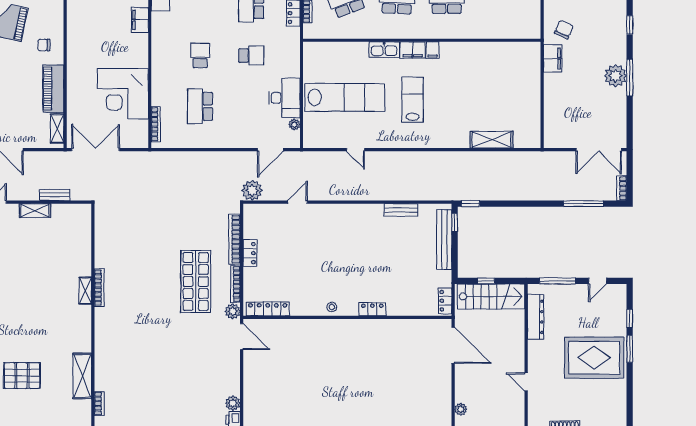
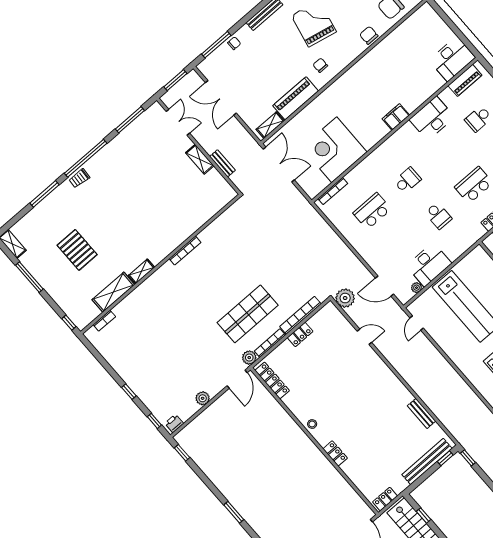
door: (356, 150) -> (417, 323), moved
shelving: (85, 291) -> (141, 271), moved
plant: (233, 403) -> (203, 398), moved

